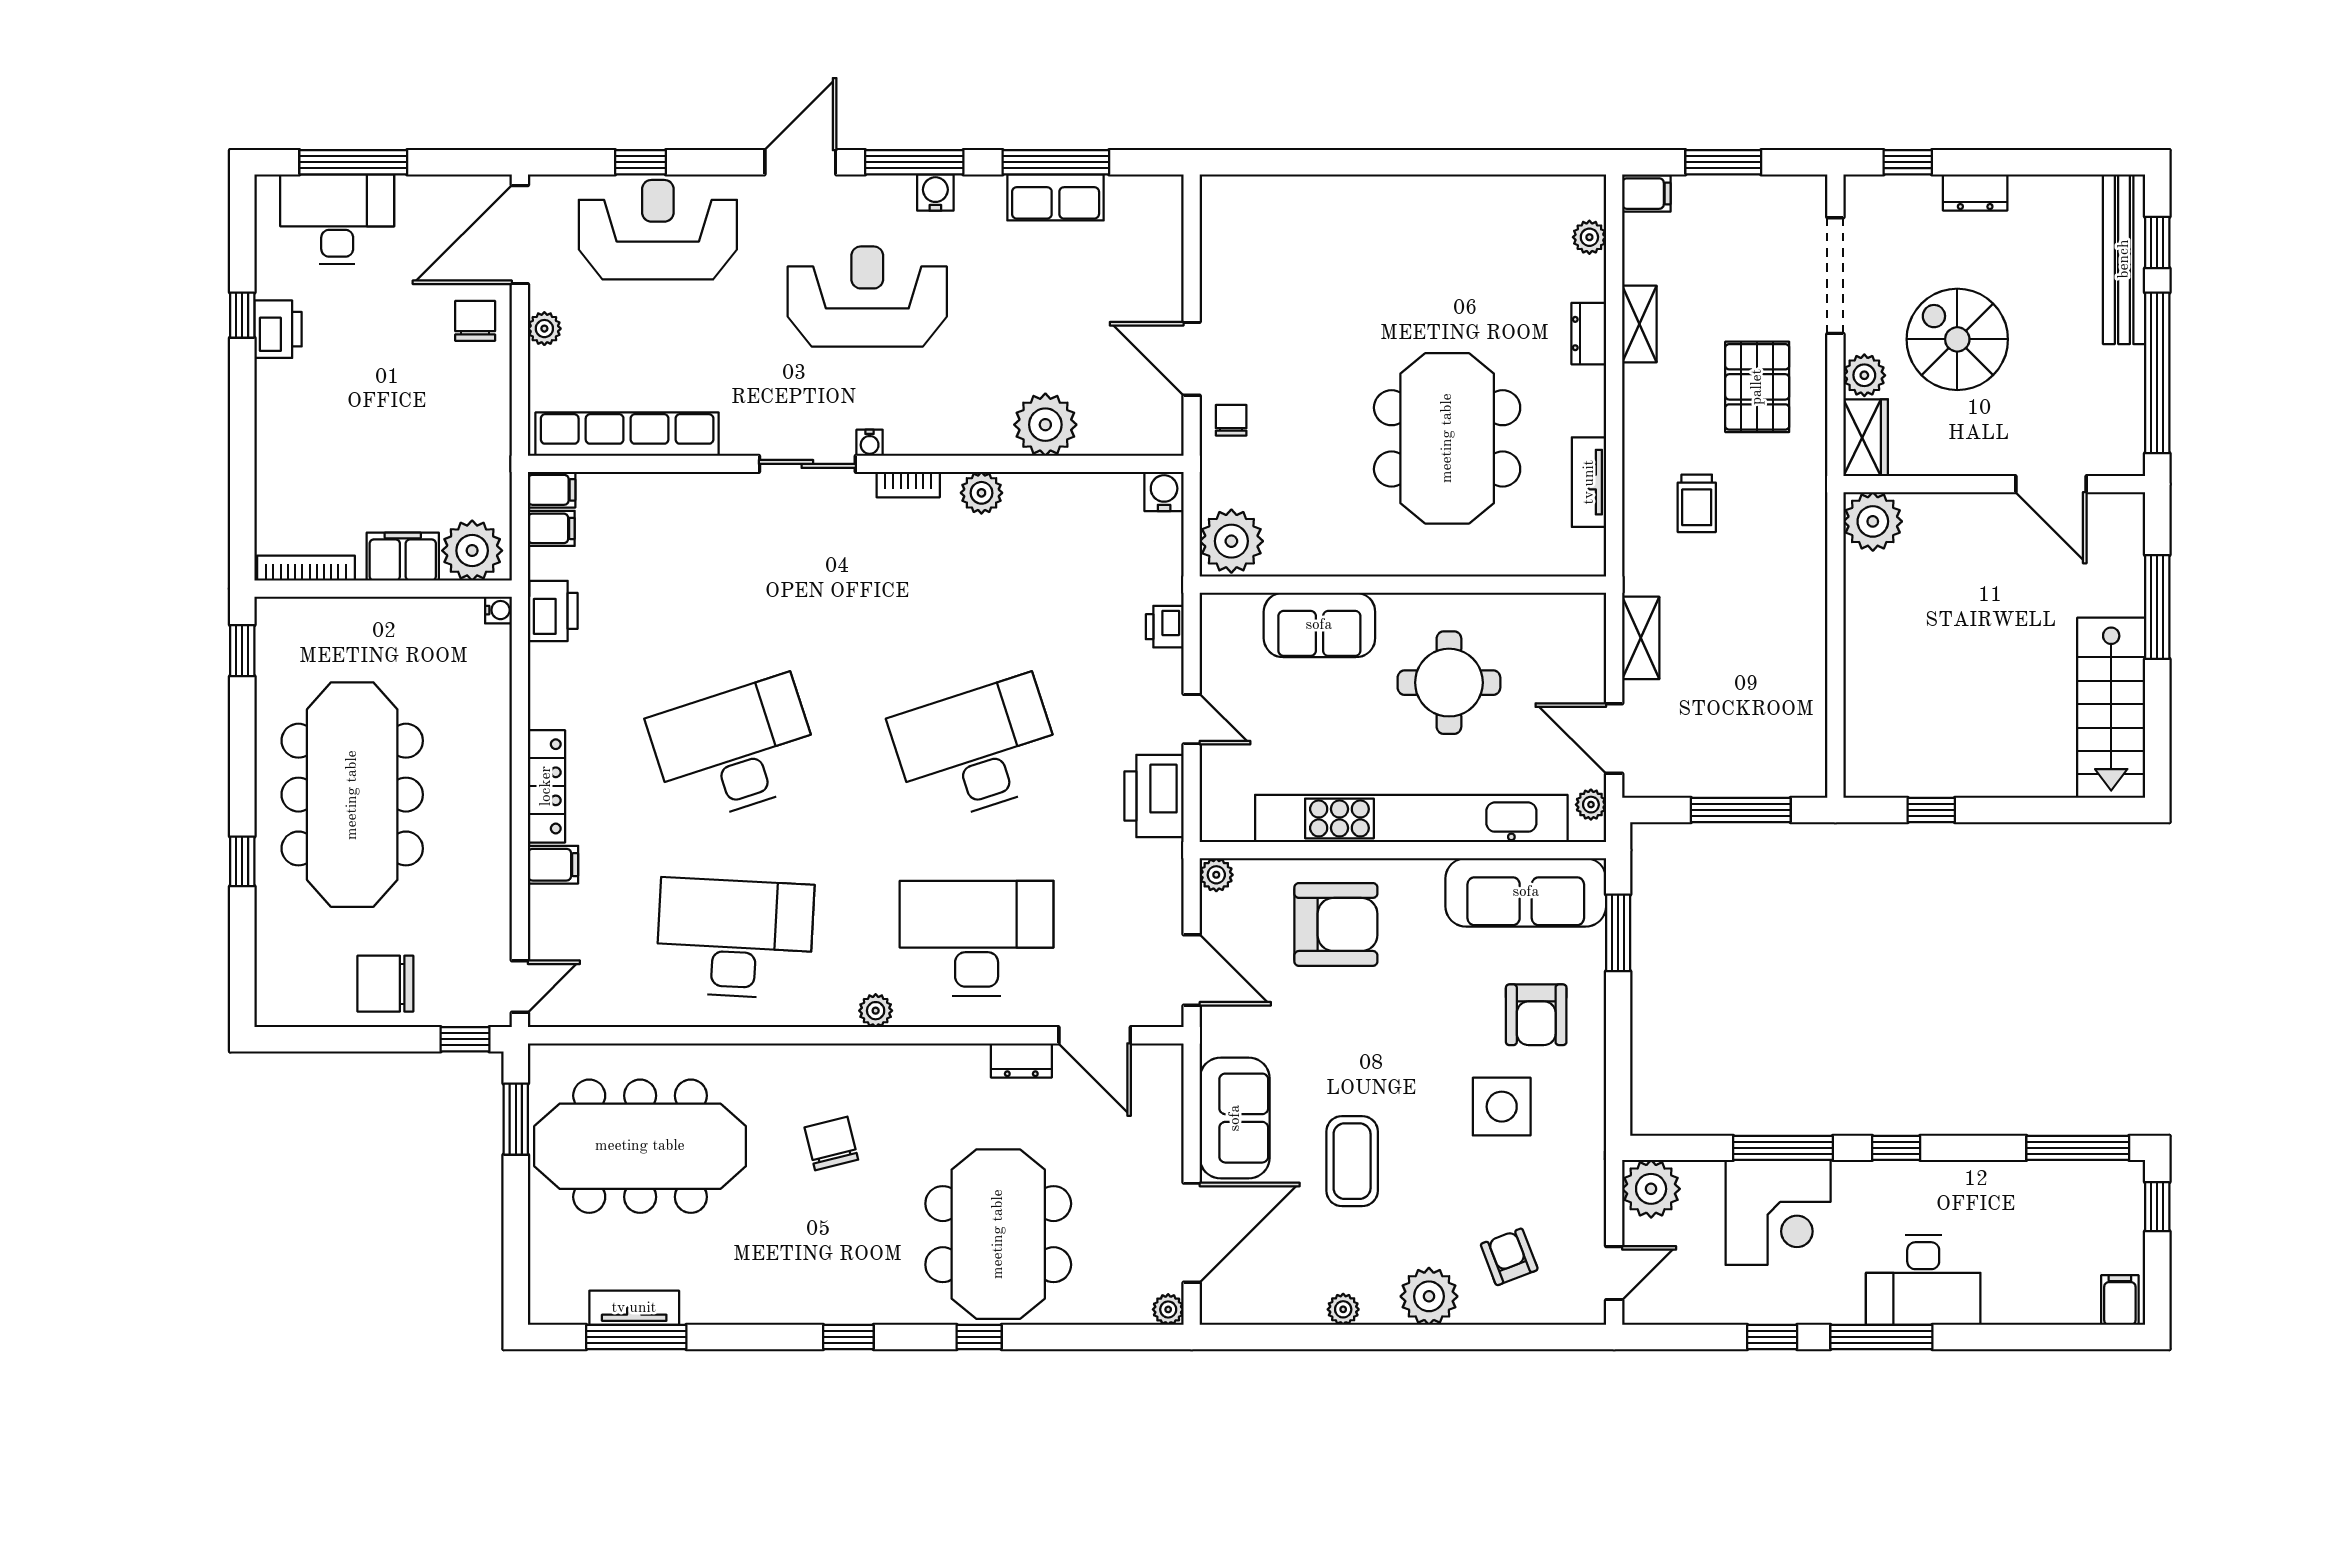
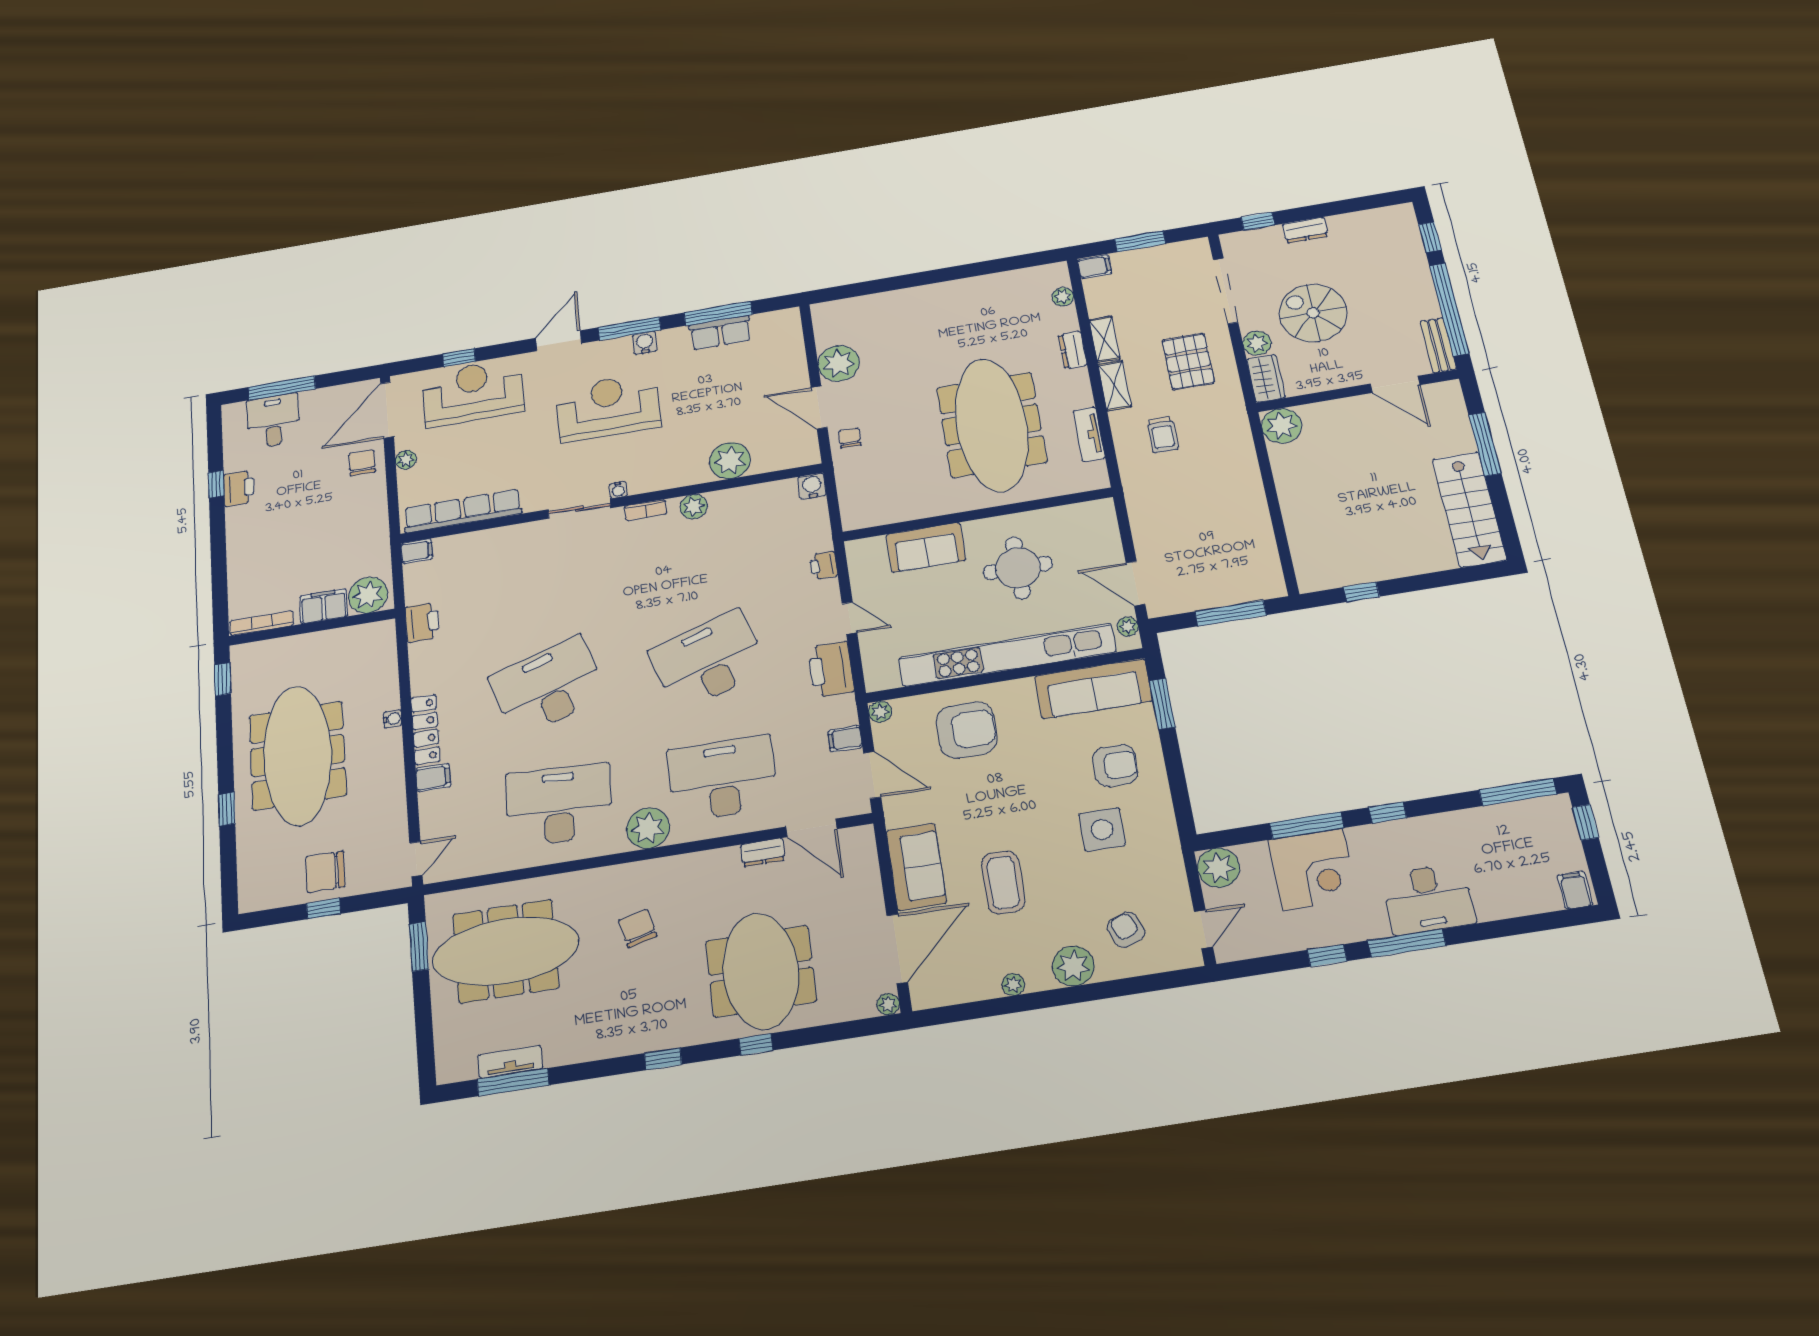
desk: (337, 219) -> (273, 421), width x0.73
bench: (2124, 259) -> (1438, 345), moved, width x0.54, depth x0.82
meeting table: (1447, 438) -> (992, 425), width x1.36
filing cabinet: (551, 528) -> (845, 739), moved, turned 180
plant: (1231, 541) -> (839, 363), moved
water cooler: (498, 610) -> (393, 719), moved
shelving: (1641, 638) -> (1115, 386), moved
plant: (876, 1011) -> (648, 828), width x1.88, depth x1.88
armchair: (1536, 1015) -> (1115, 766), turned -90
window: (465, 1039) -> (323, 909), moved

